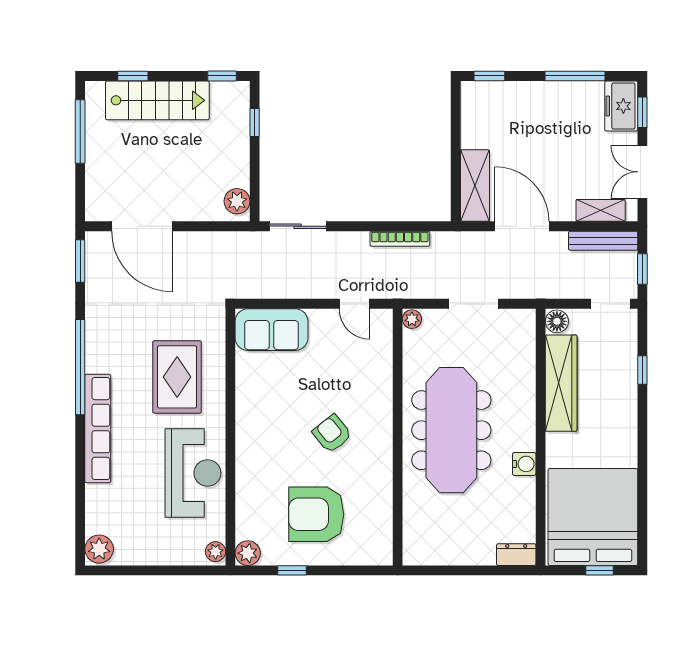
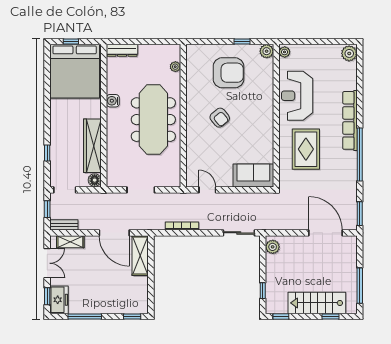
bench: (603, 241) -> (64, 225), width x0.73
plant: (412, 319) -> (175, 67), moved
dresser: (516, 555) -> (122, 50), width x1.44

